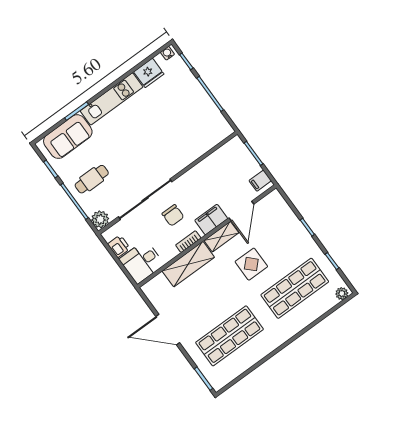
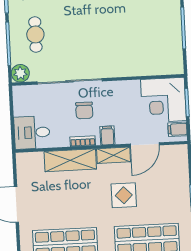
corner desk: (233, 164) -> (163, 100), added
cafe table: (92, 179) -> (35, 34), turned 90
filing cabinet: (211, 220) -> (107, 135), width x0.50
printer: (119, 246) -> (21, 107), removed

